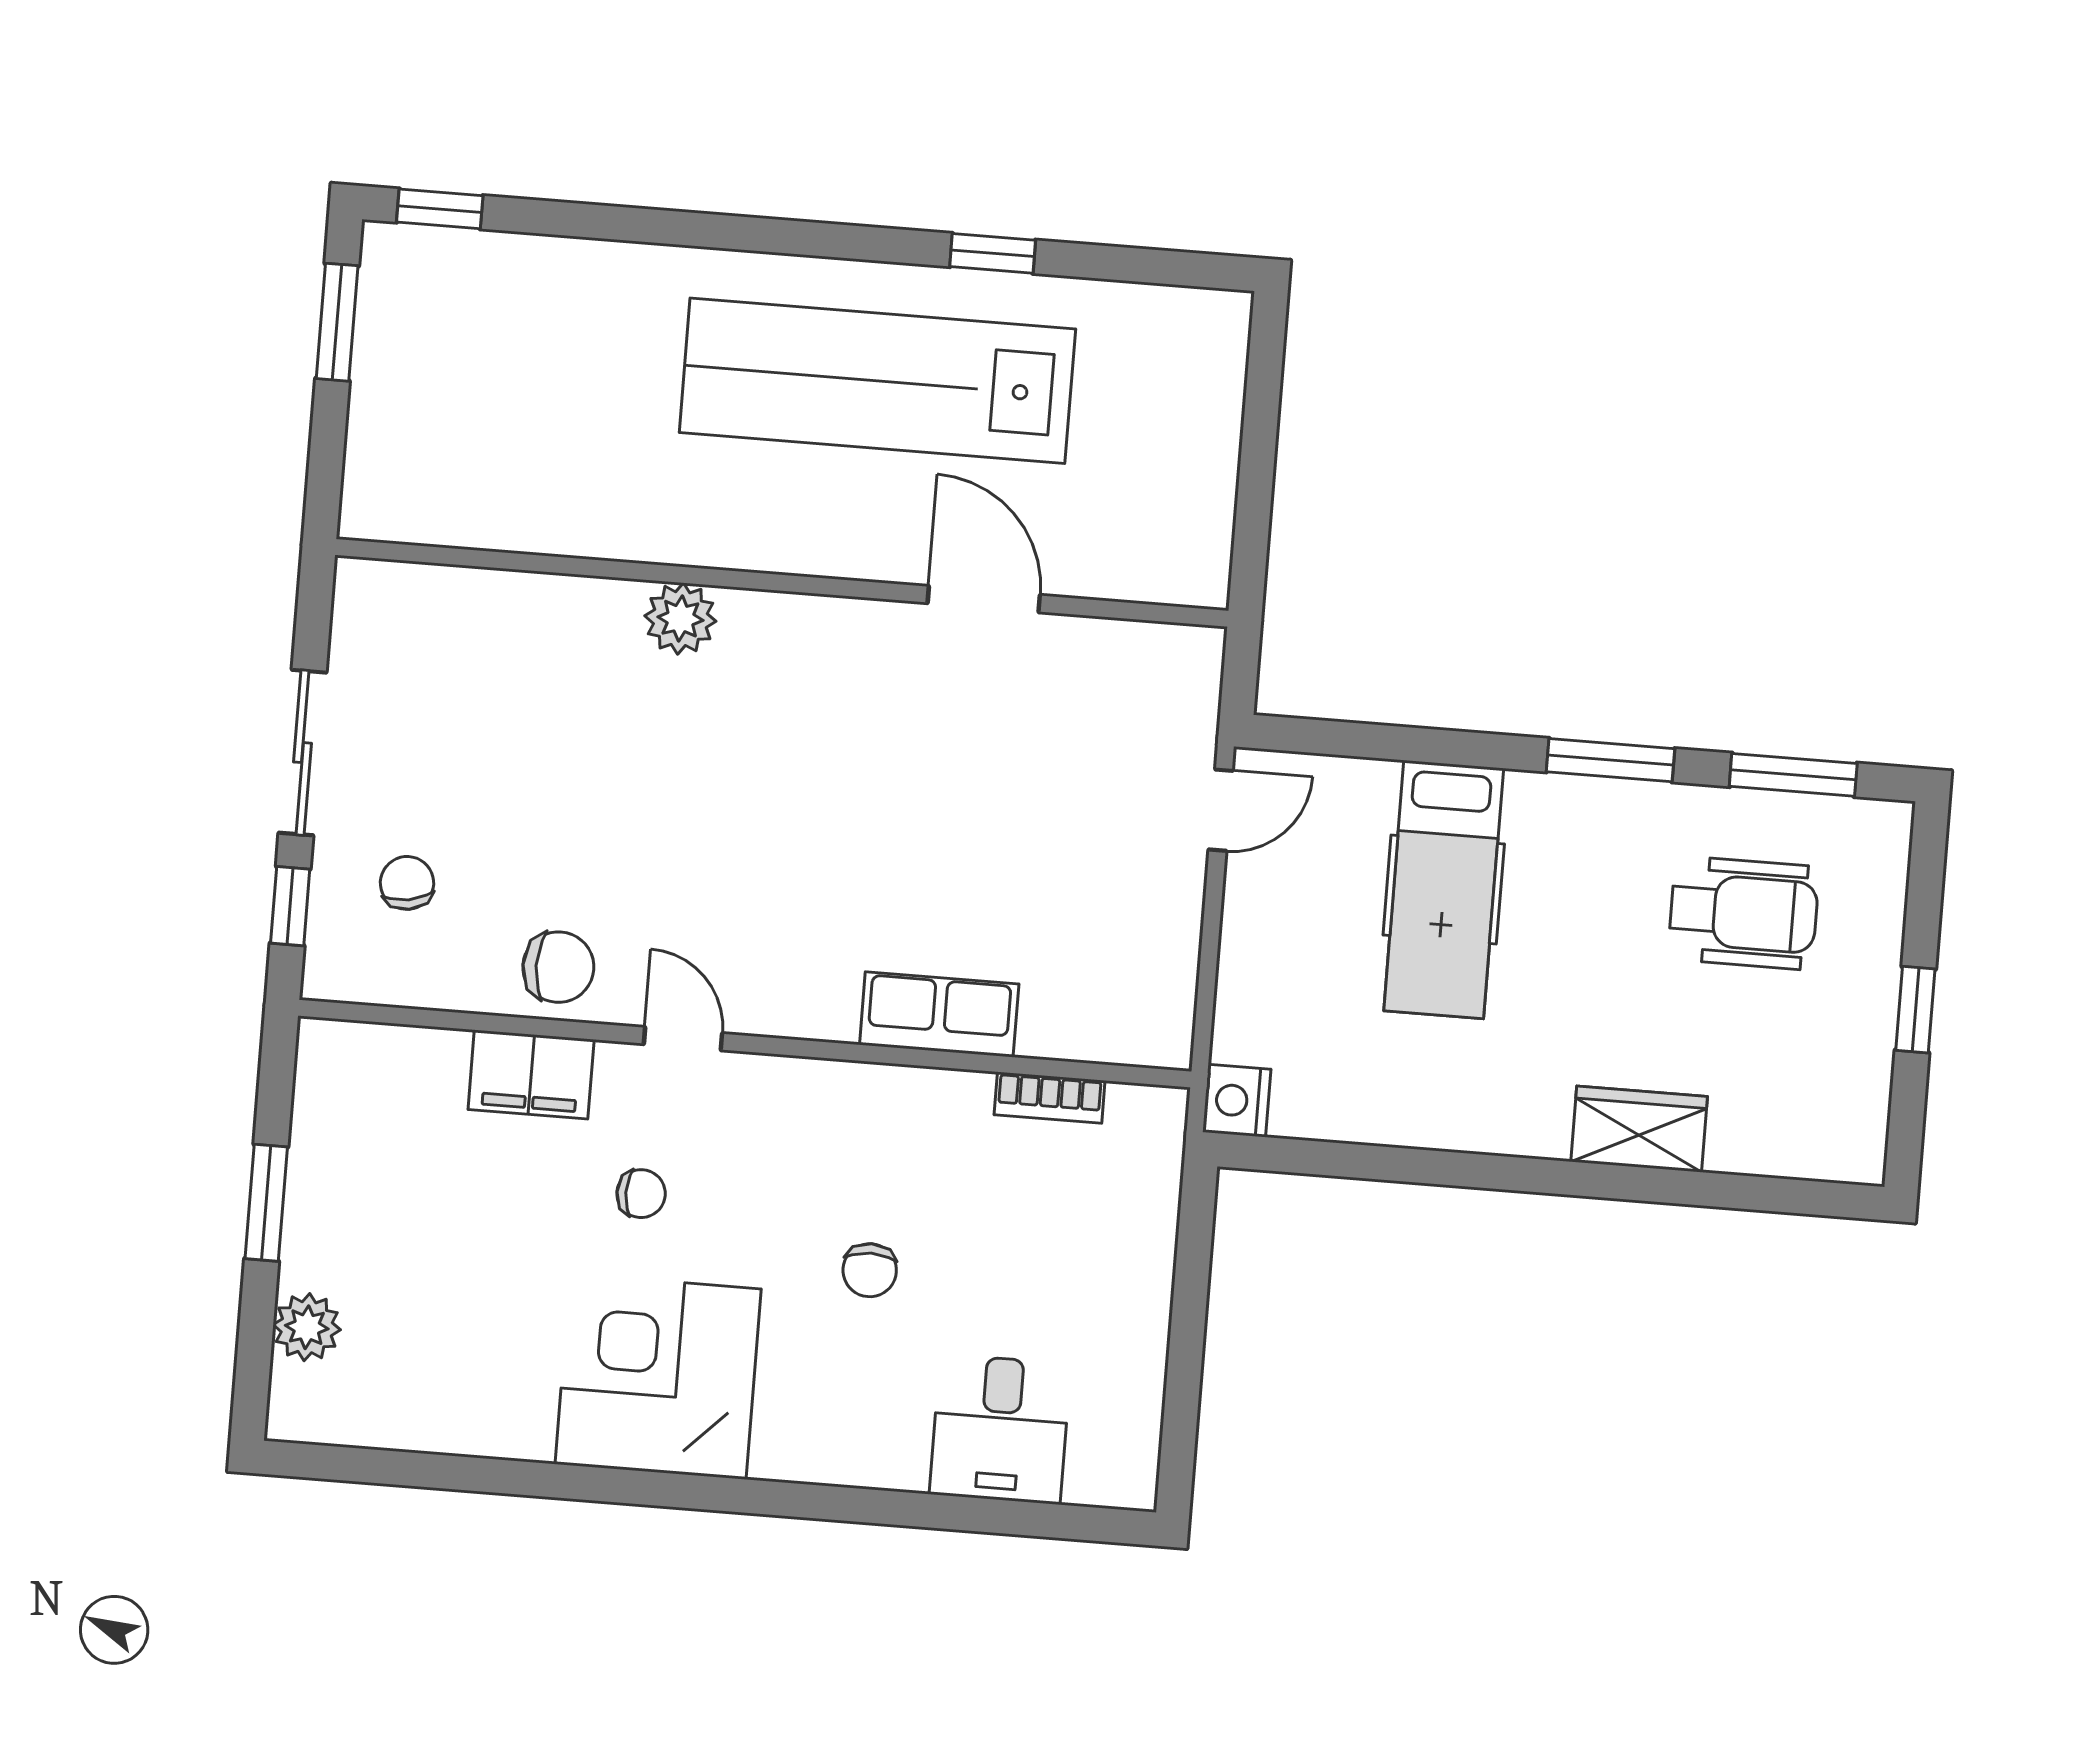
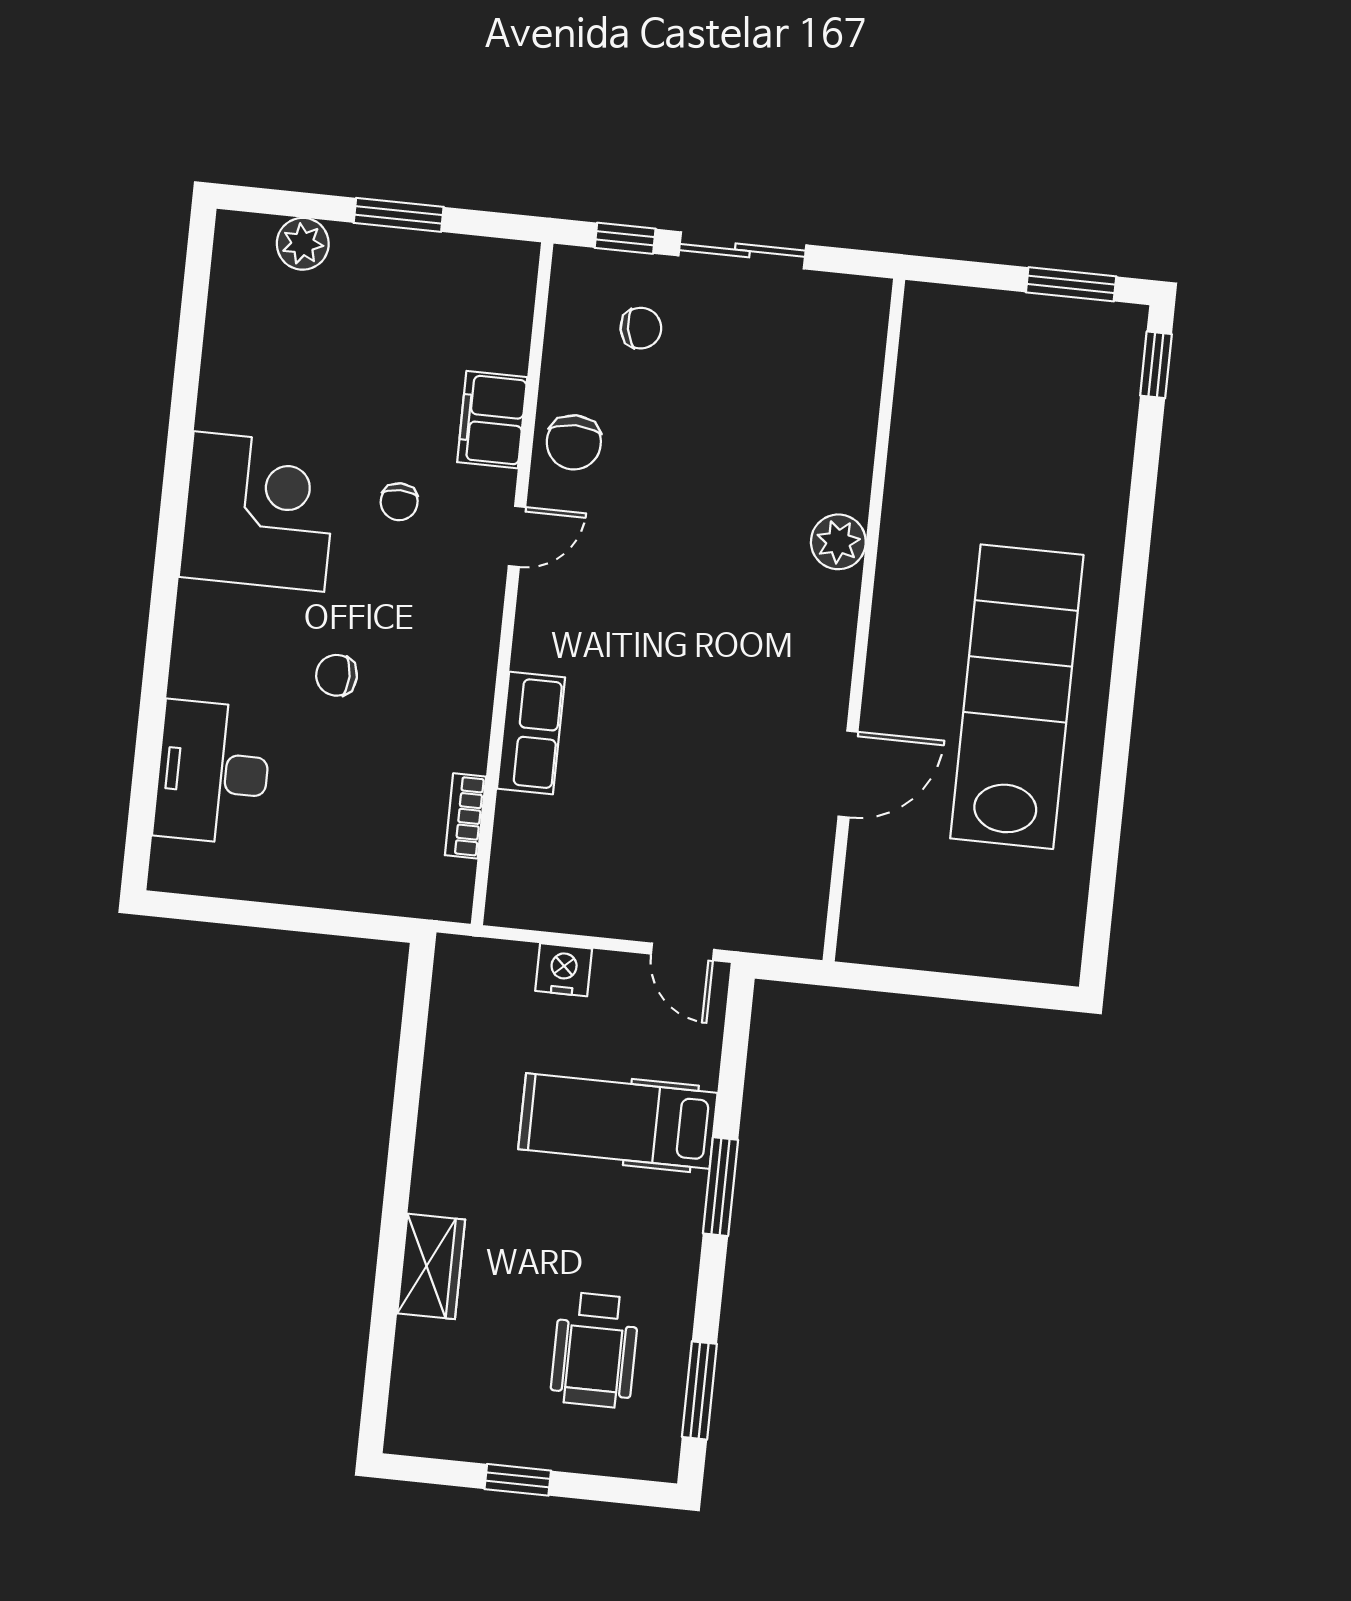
window: (993, 253) -> (1112, 787), removed
window: (1611, 760) -> (721, 1187), moved
nightstand: (1237, 1101) -> (564, 970), moved
desk: (1000, 1429) -> (213, 772), width x1.37

